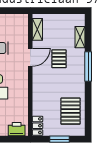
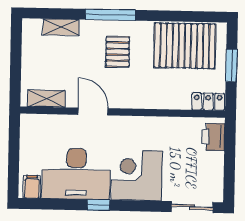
pallet: (59, 59) -> (118, 52), moved, turned 90
pallet: (71, 111) -> (185, 46), width x1.37, depth x1.41

